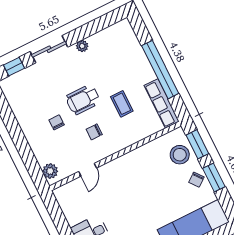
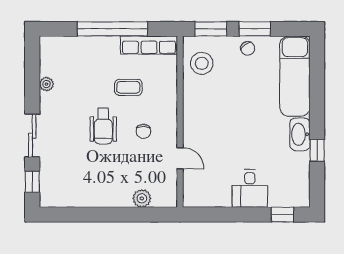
plant: (82, 46) -> (46, 84), moved
chair: (57, 122) -> (114, 166), removed
stool: (180, 155) -> (202, 63), moved
plant: (50, 171) -> (142, 198), moved

